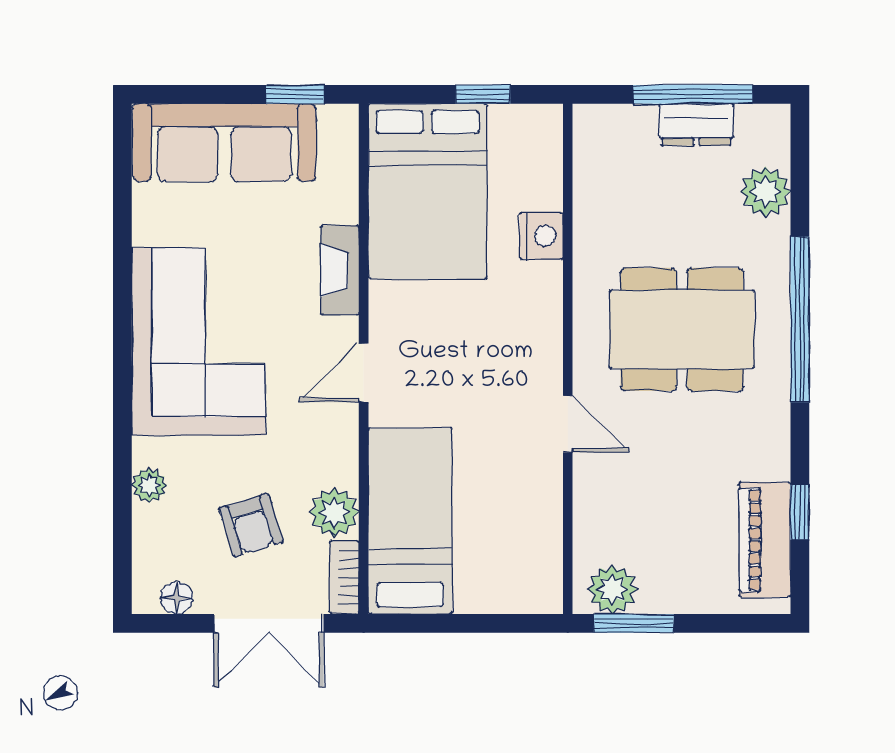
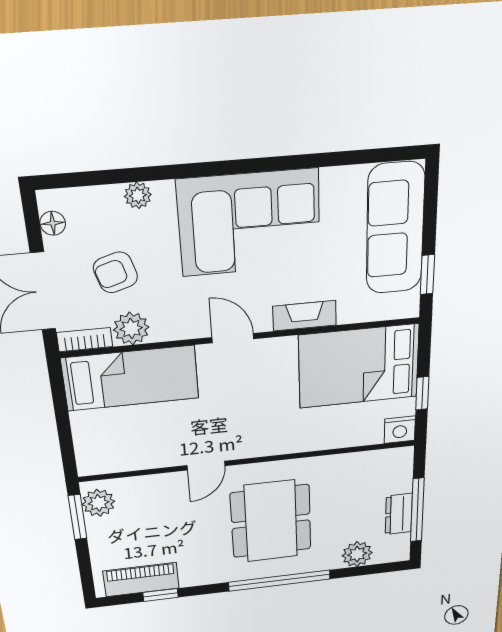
nightstand: (542, 236) -> (400, 430), moved

